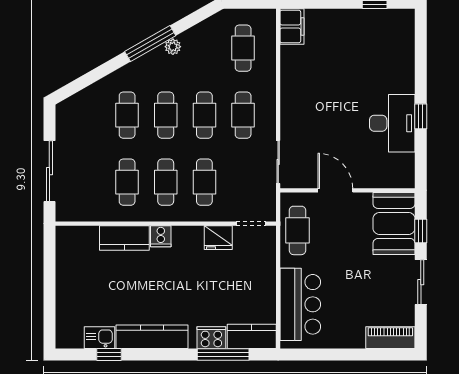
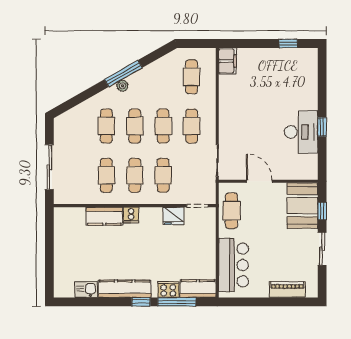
plant: (173, 47) -> (122, 86), moved
piano: (390, 338) -> (287, 289), moved
window: (109, 355) -> (141, 302), moved

